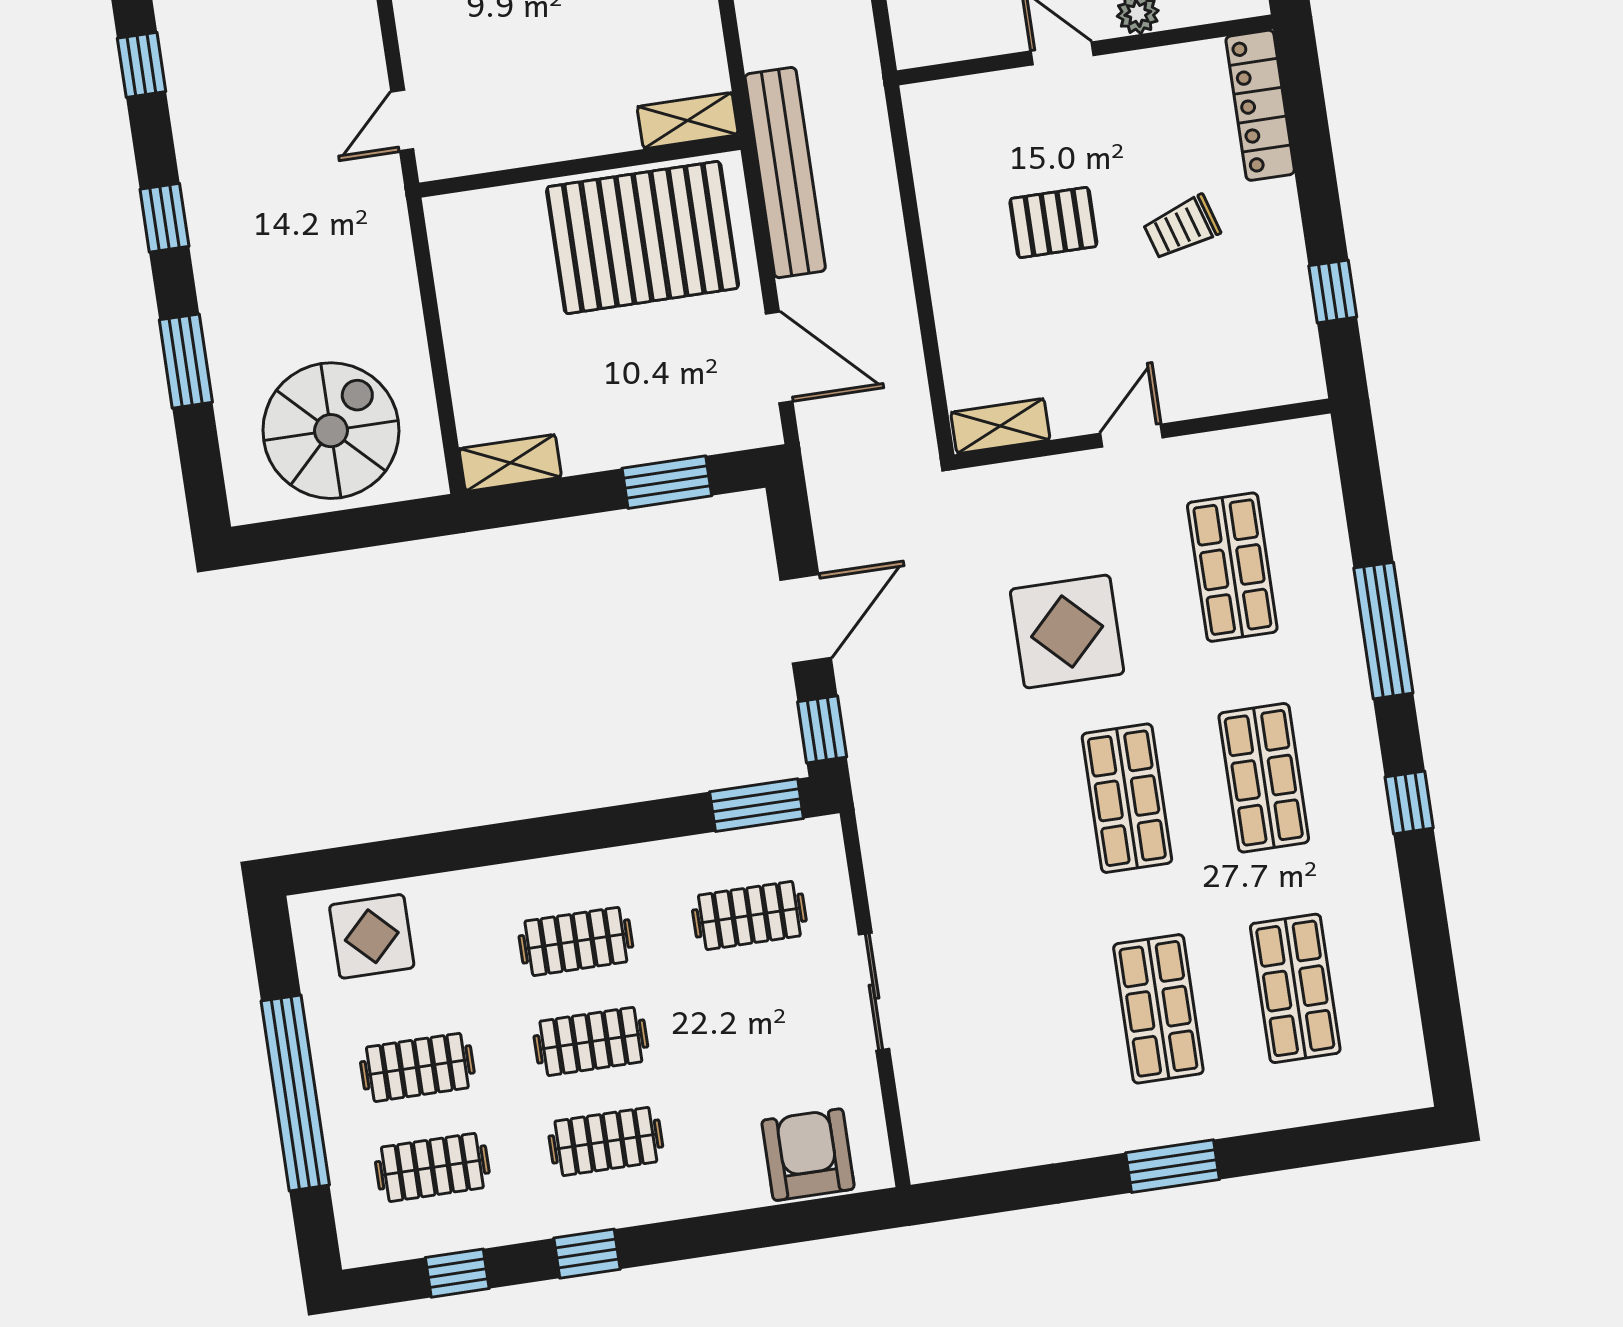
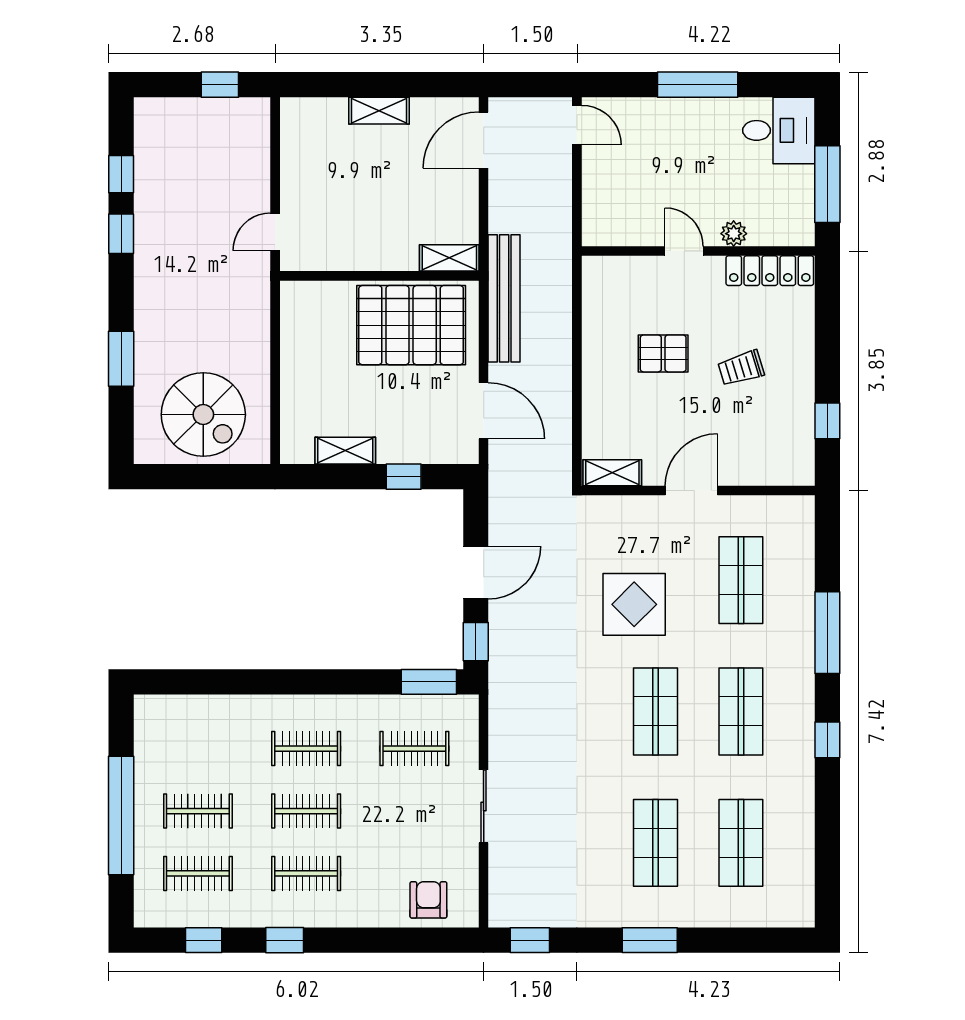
locker: (1260, 105) -> (770, 271), moved, turned -90
window: (164, 218) -> (121, 234), moved
spiral stairs: (331, 431) -> (203, 415), turned 90
door: (1132, 436) -> (691, 491), width x1.38
shelving: (510, 463) -> (345, 451), moved
window: (667, 482) -> (404, 477), width x0.67
display table: (372, 936) -> (182, 727), removed
armchair: (808, 1155) -> (428, 900), width x0.72, depth x0.72
window: (980, 1195) -> (530, 940), added

